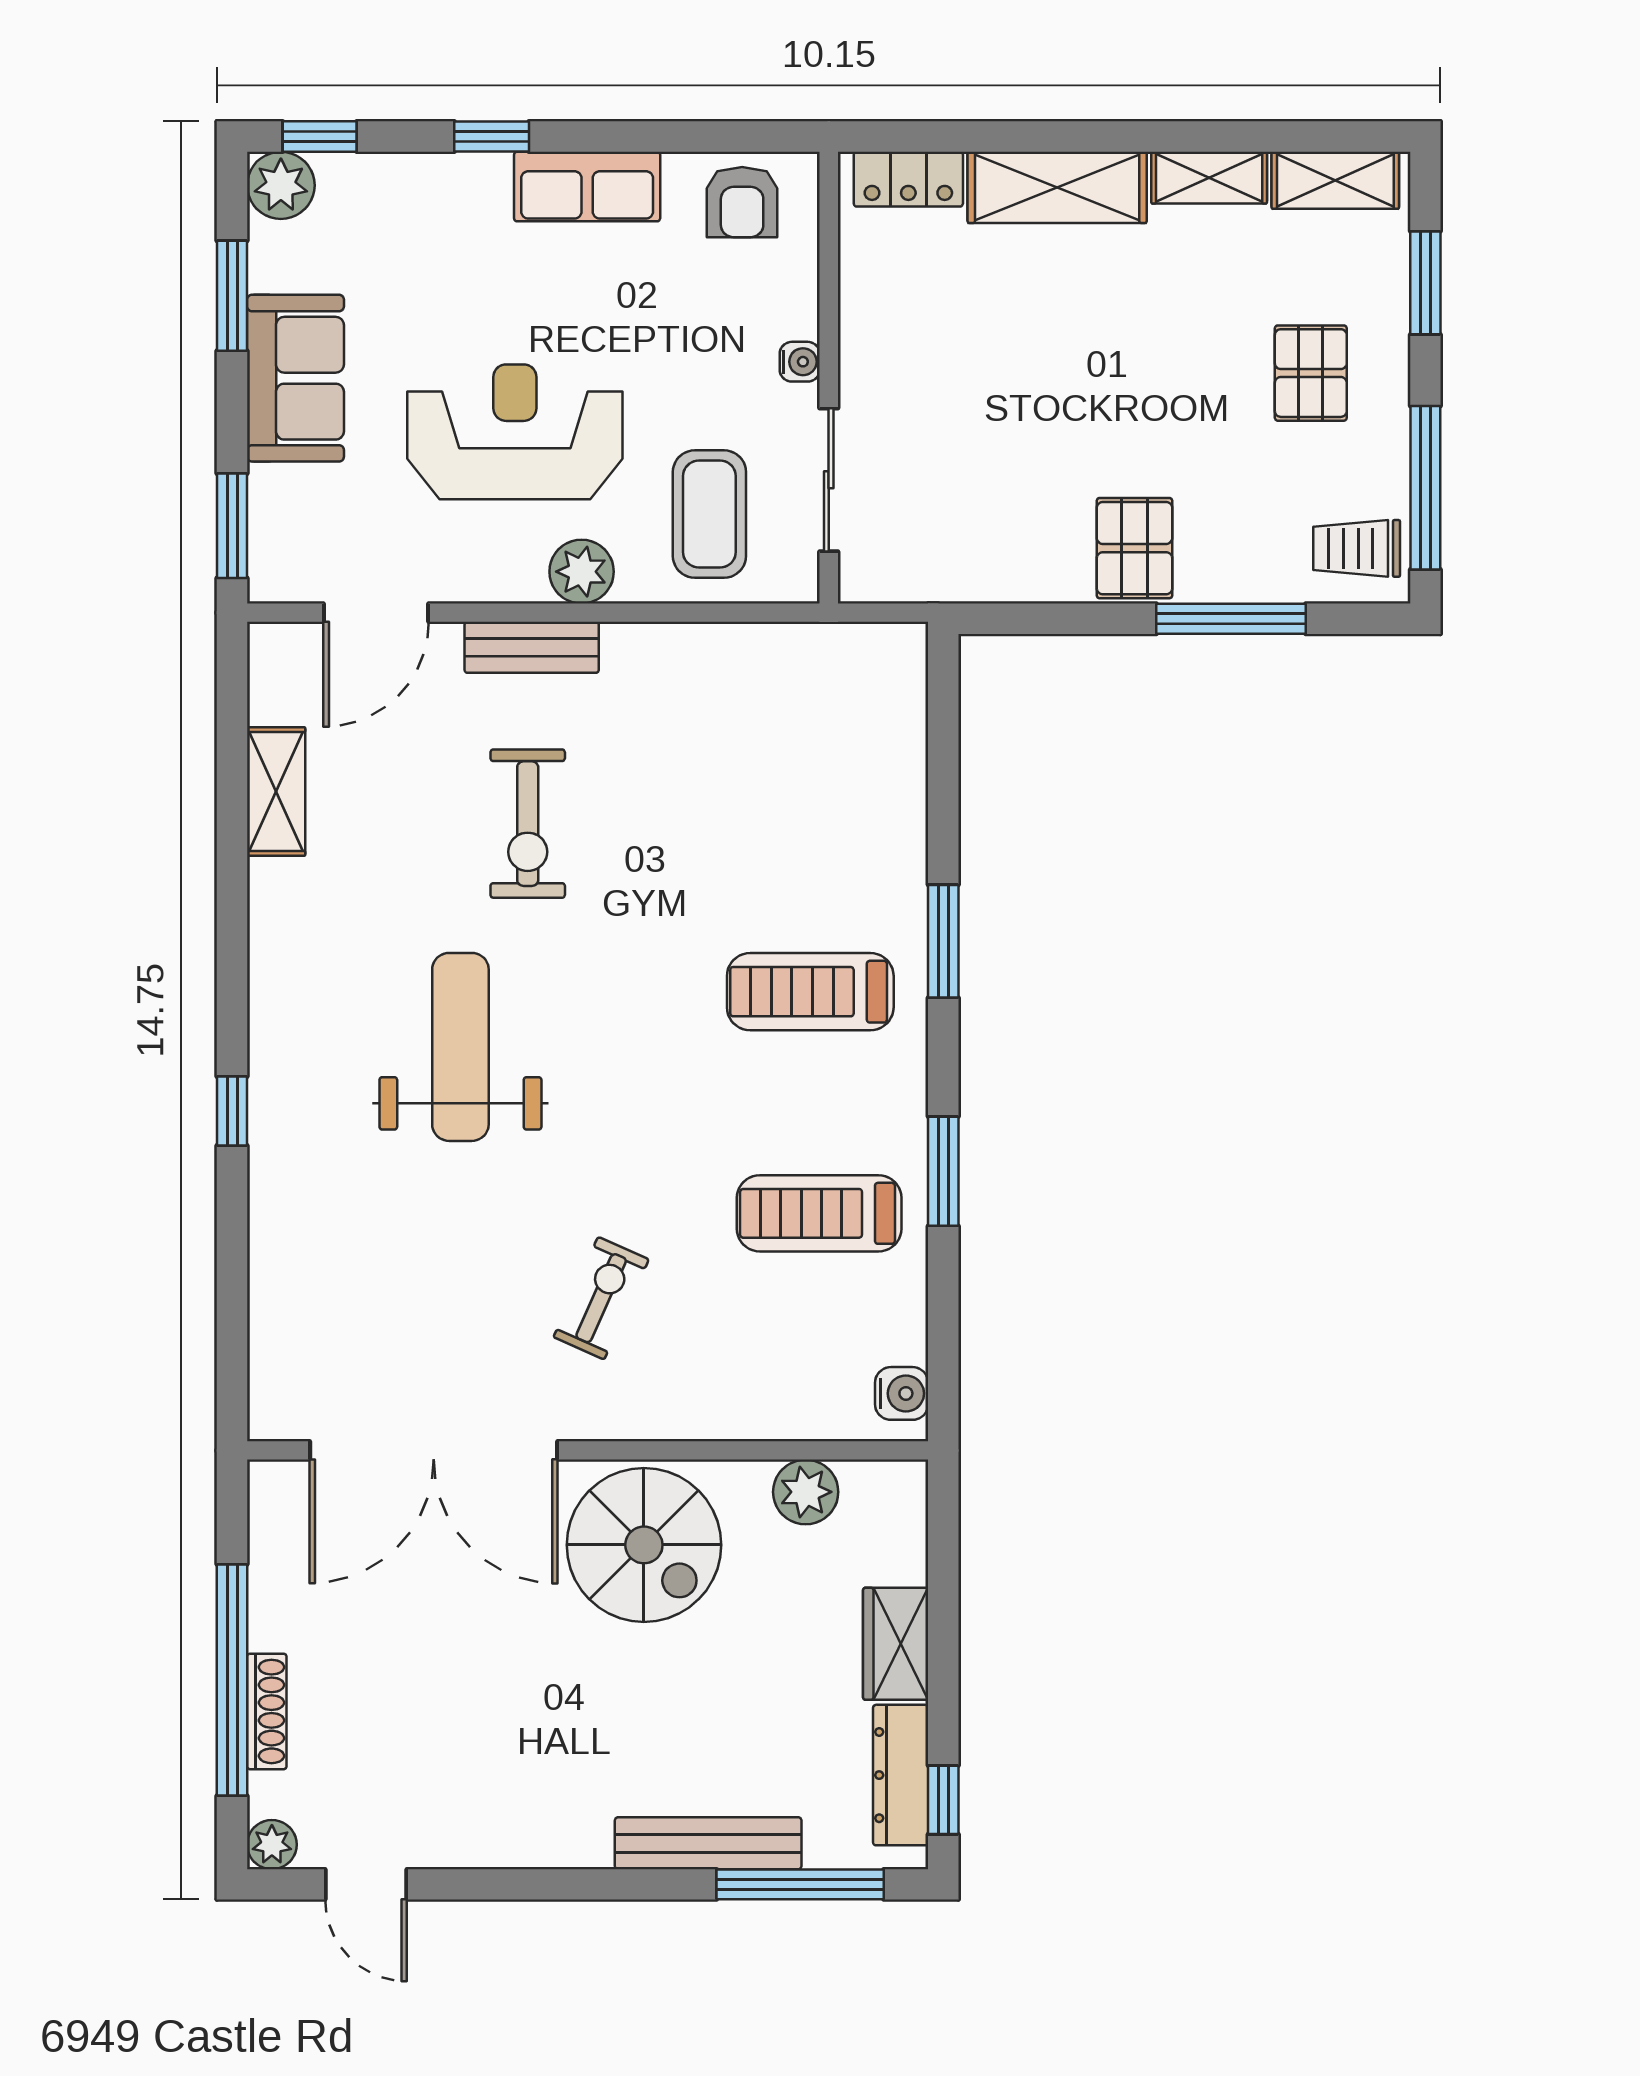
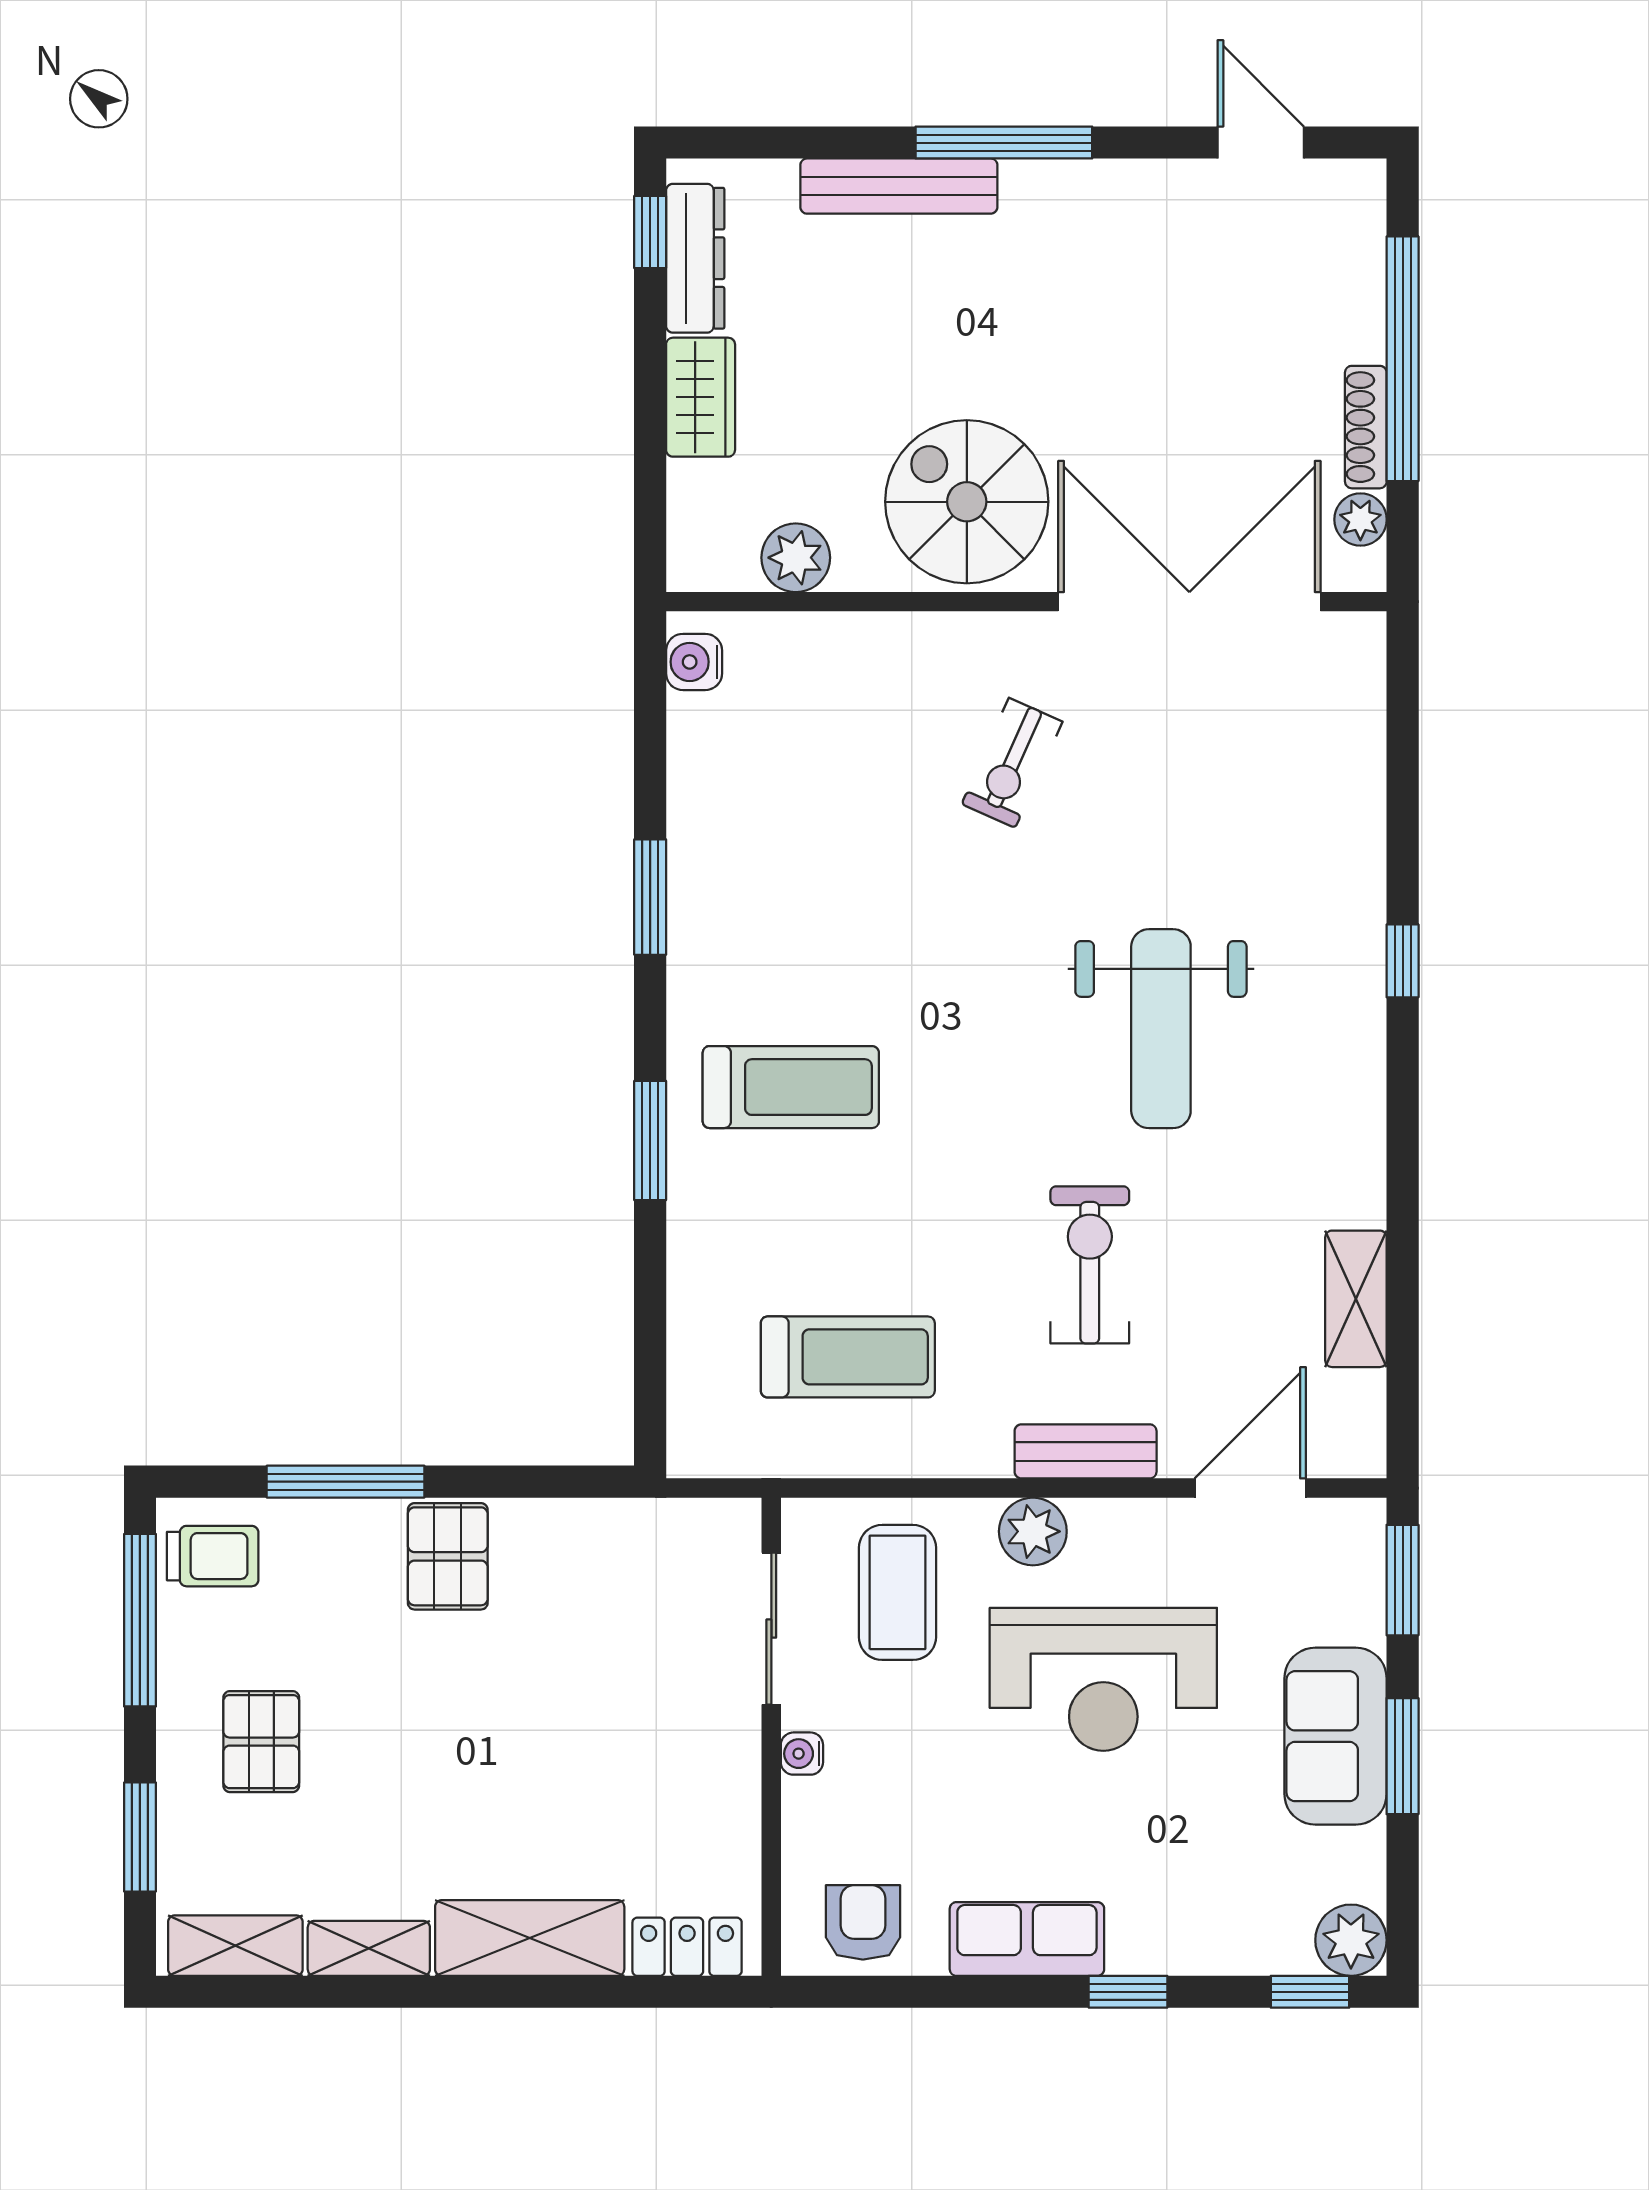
window: (232, 296) -> (1403, 1756), moved
treadmill: (819, 1213) -> (848, 1357), moved
shoe rack: (267, 1711) -> (1366, 427), moved
plant: (272, 1845) -> (1360, 520), moved
window: (800, 1884) -> (1004, 143), moved

